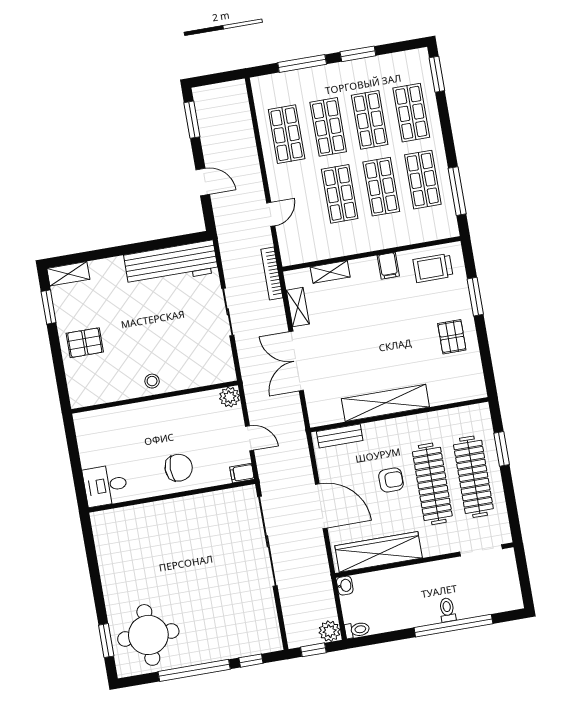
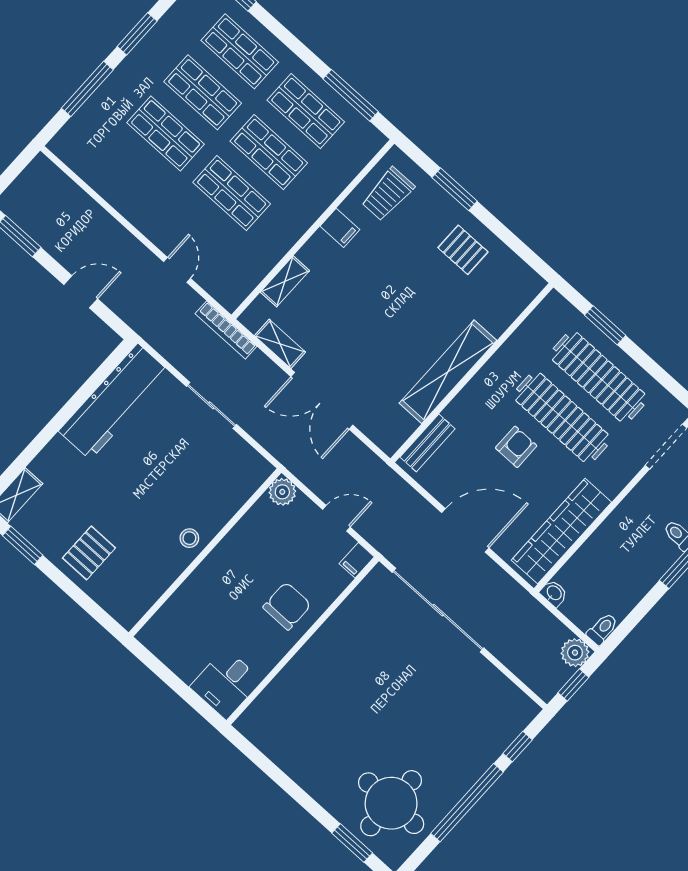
shop shelf: (287, 134) -> (128, 174), removed

